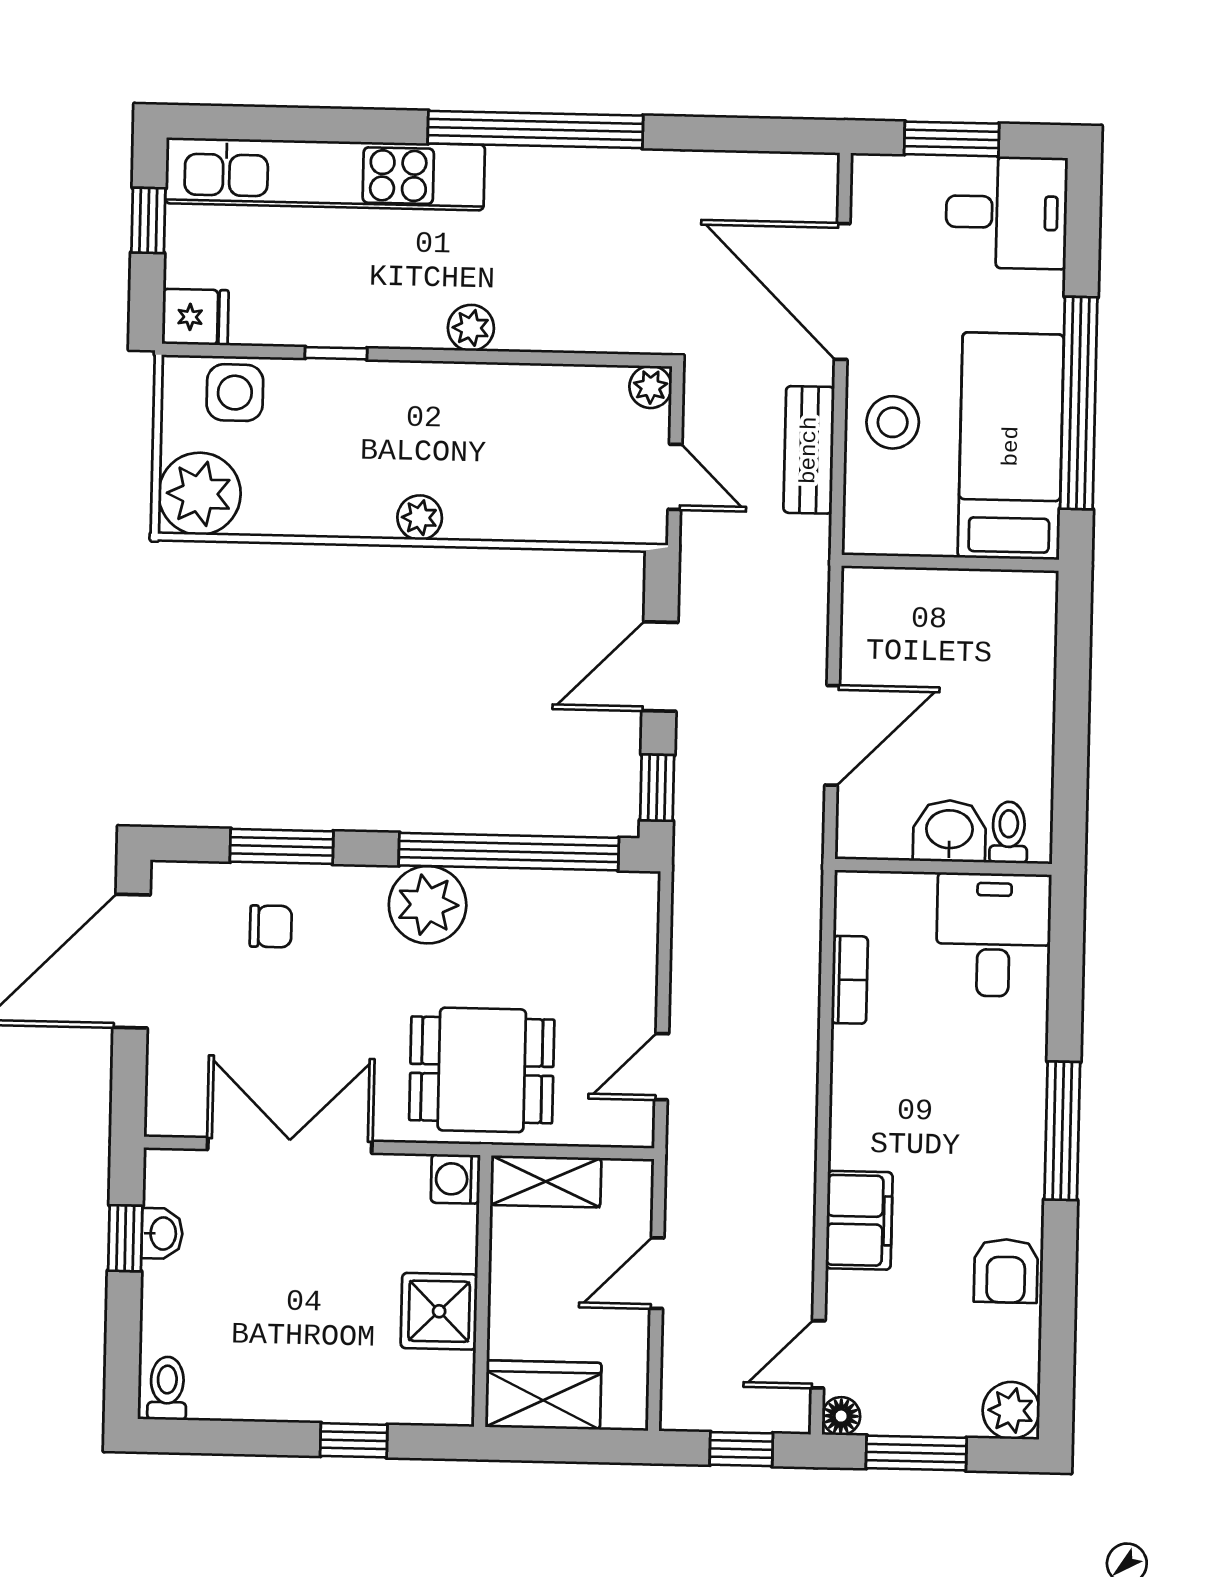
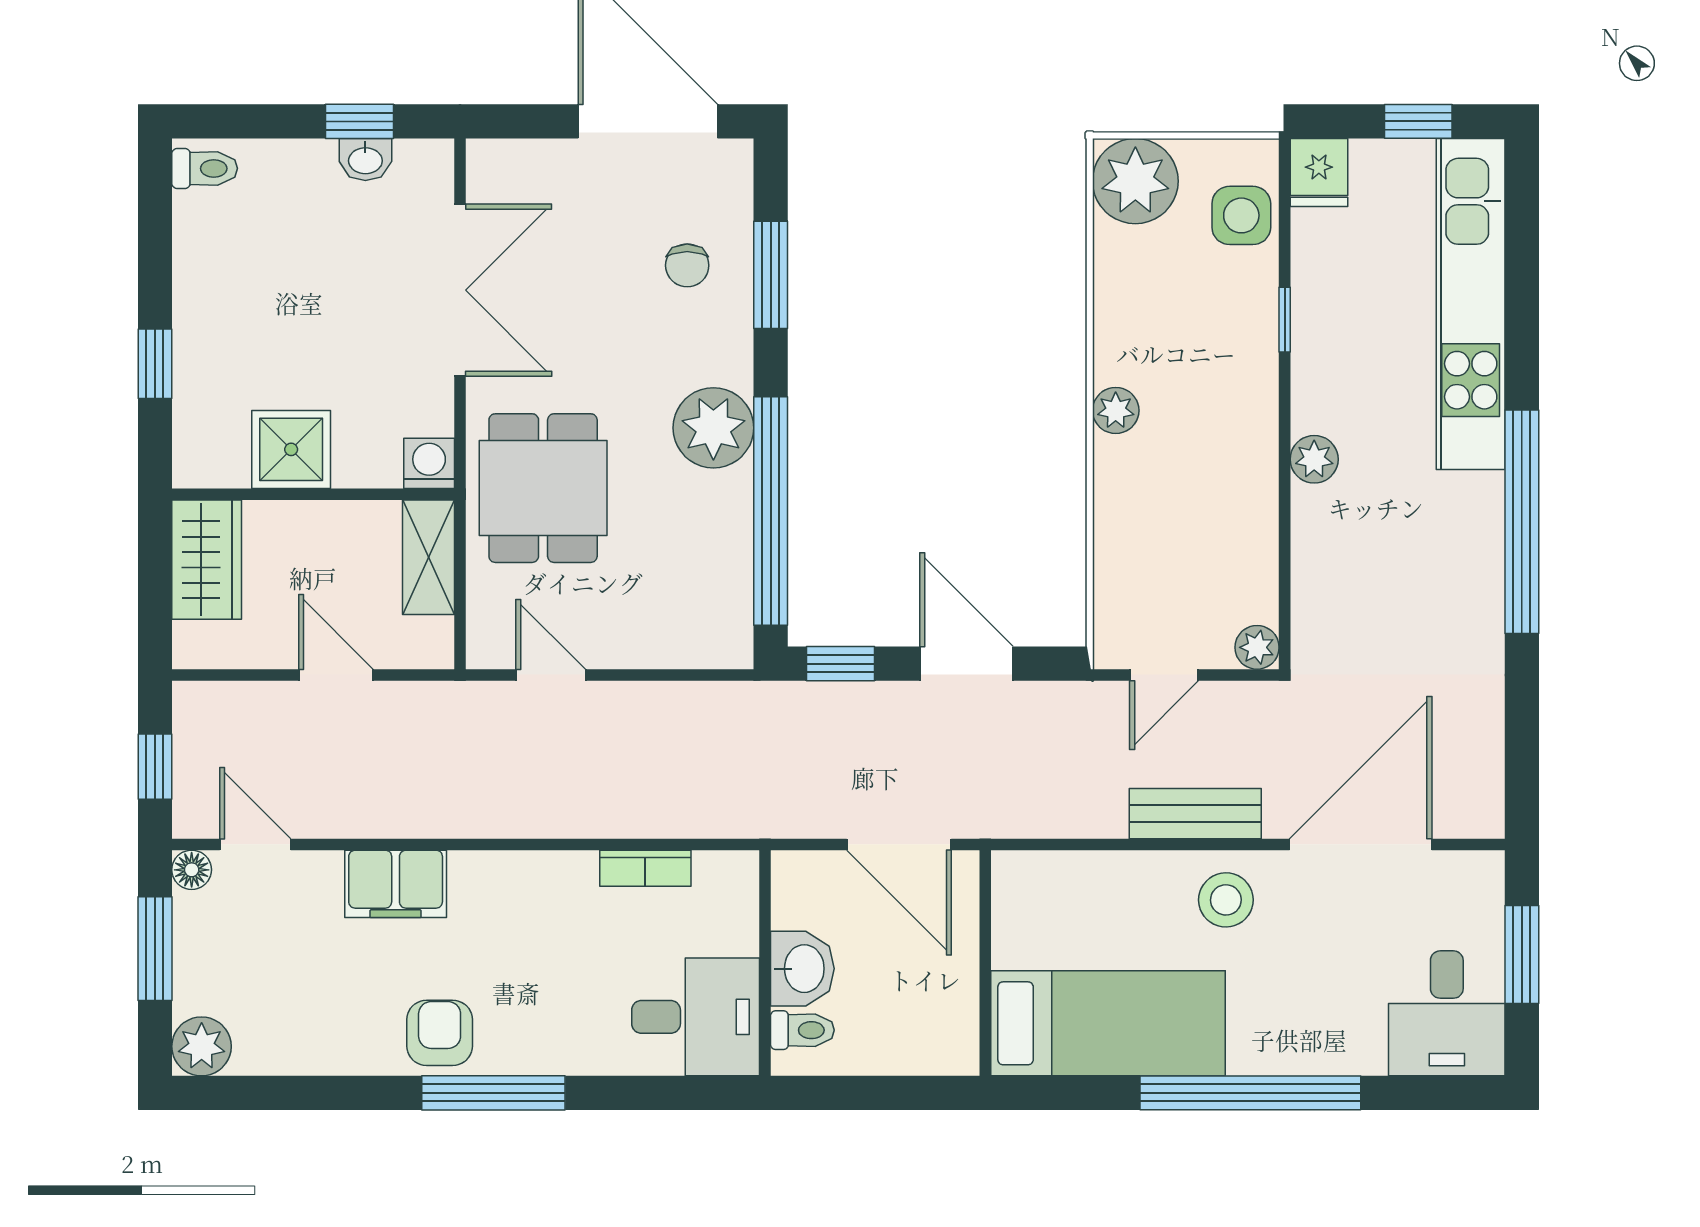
bed: (1011, 446) -> (1108, 1023), moved
wall: (950, 563) -> (985, 963), moved
armchair: (1006, 1271) -> (440, 1033), moved, turned 90

